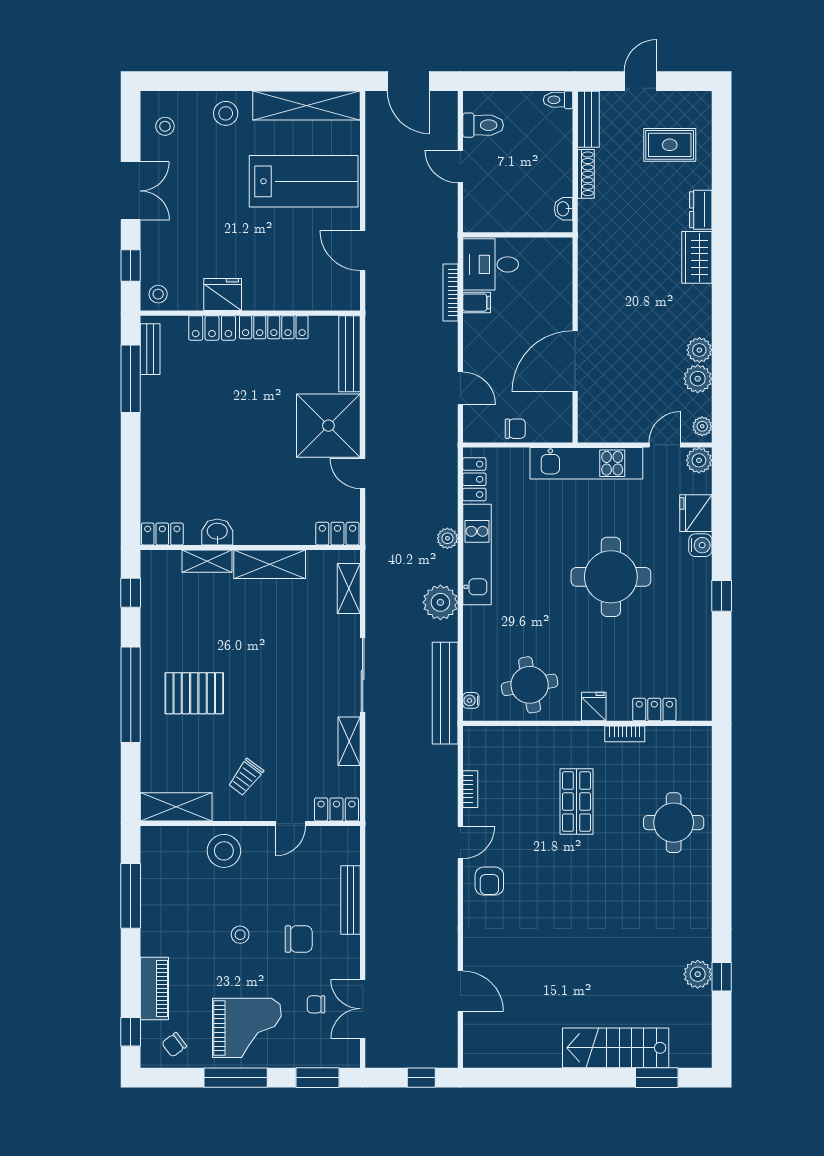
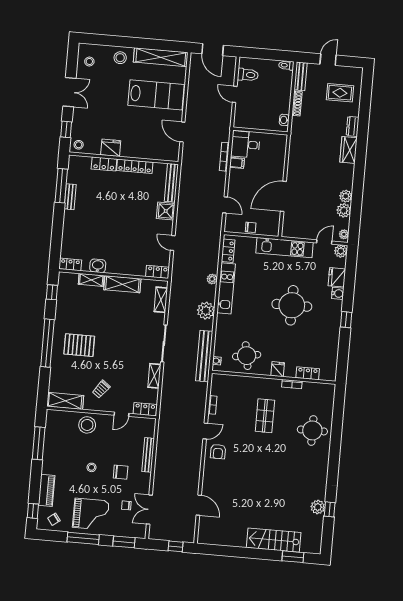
bench: (150, 349) -> (70, 197), moved
shower: (328, 426) -> (166, 211), width x0.54, depth x0.54

